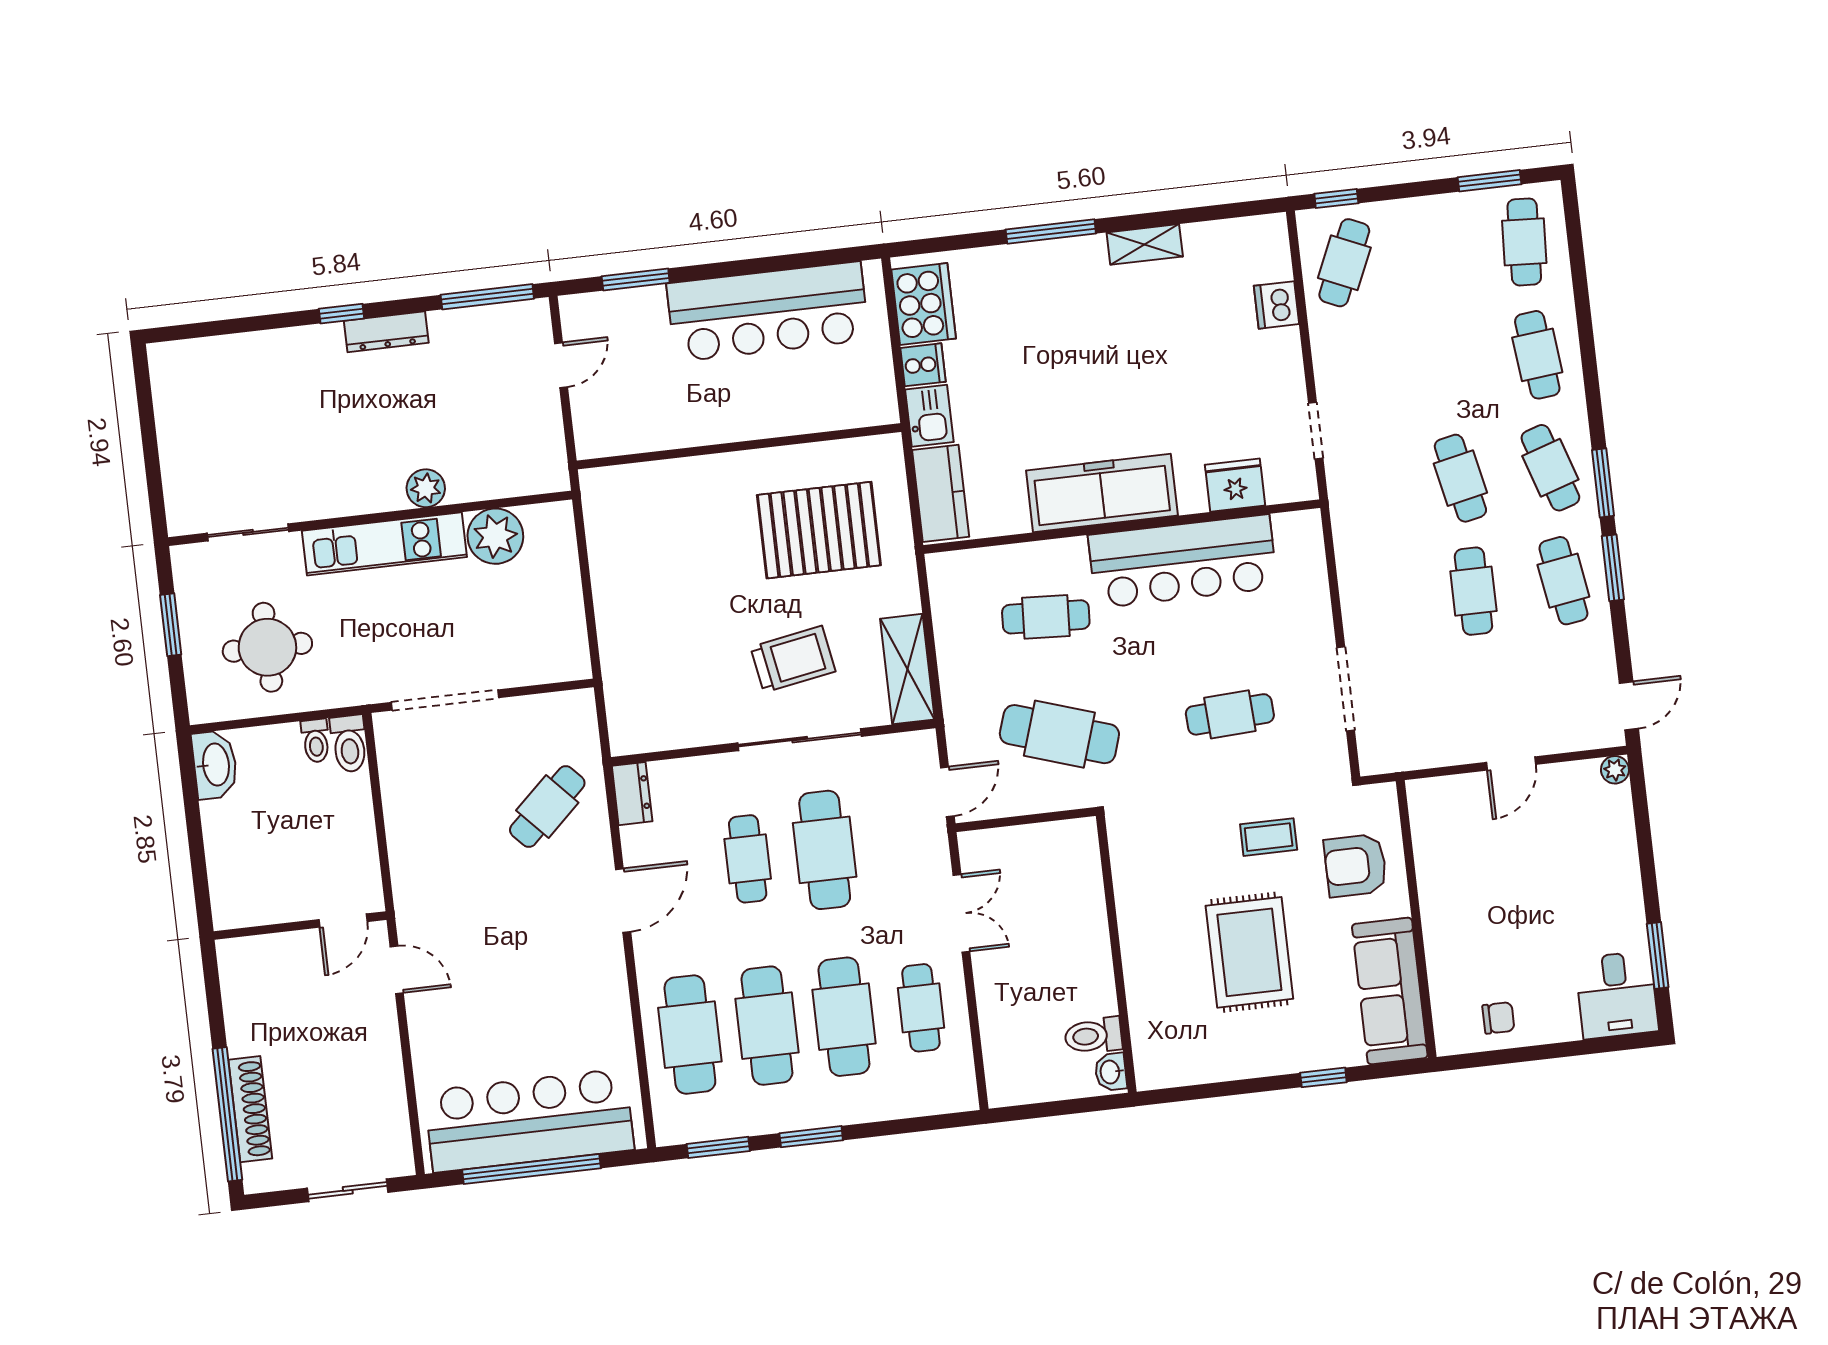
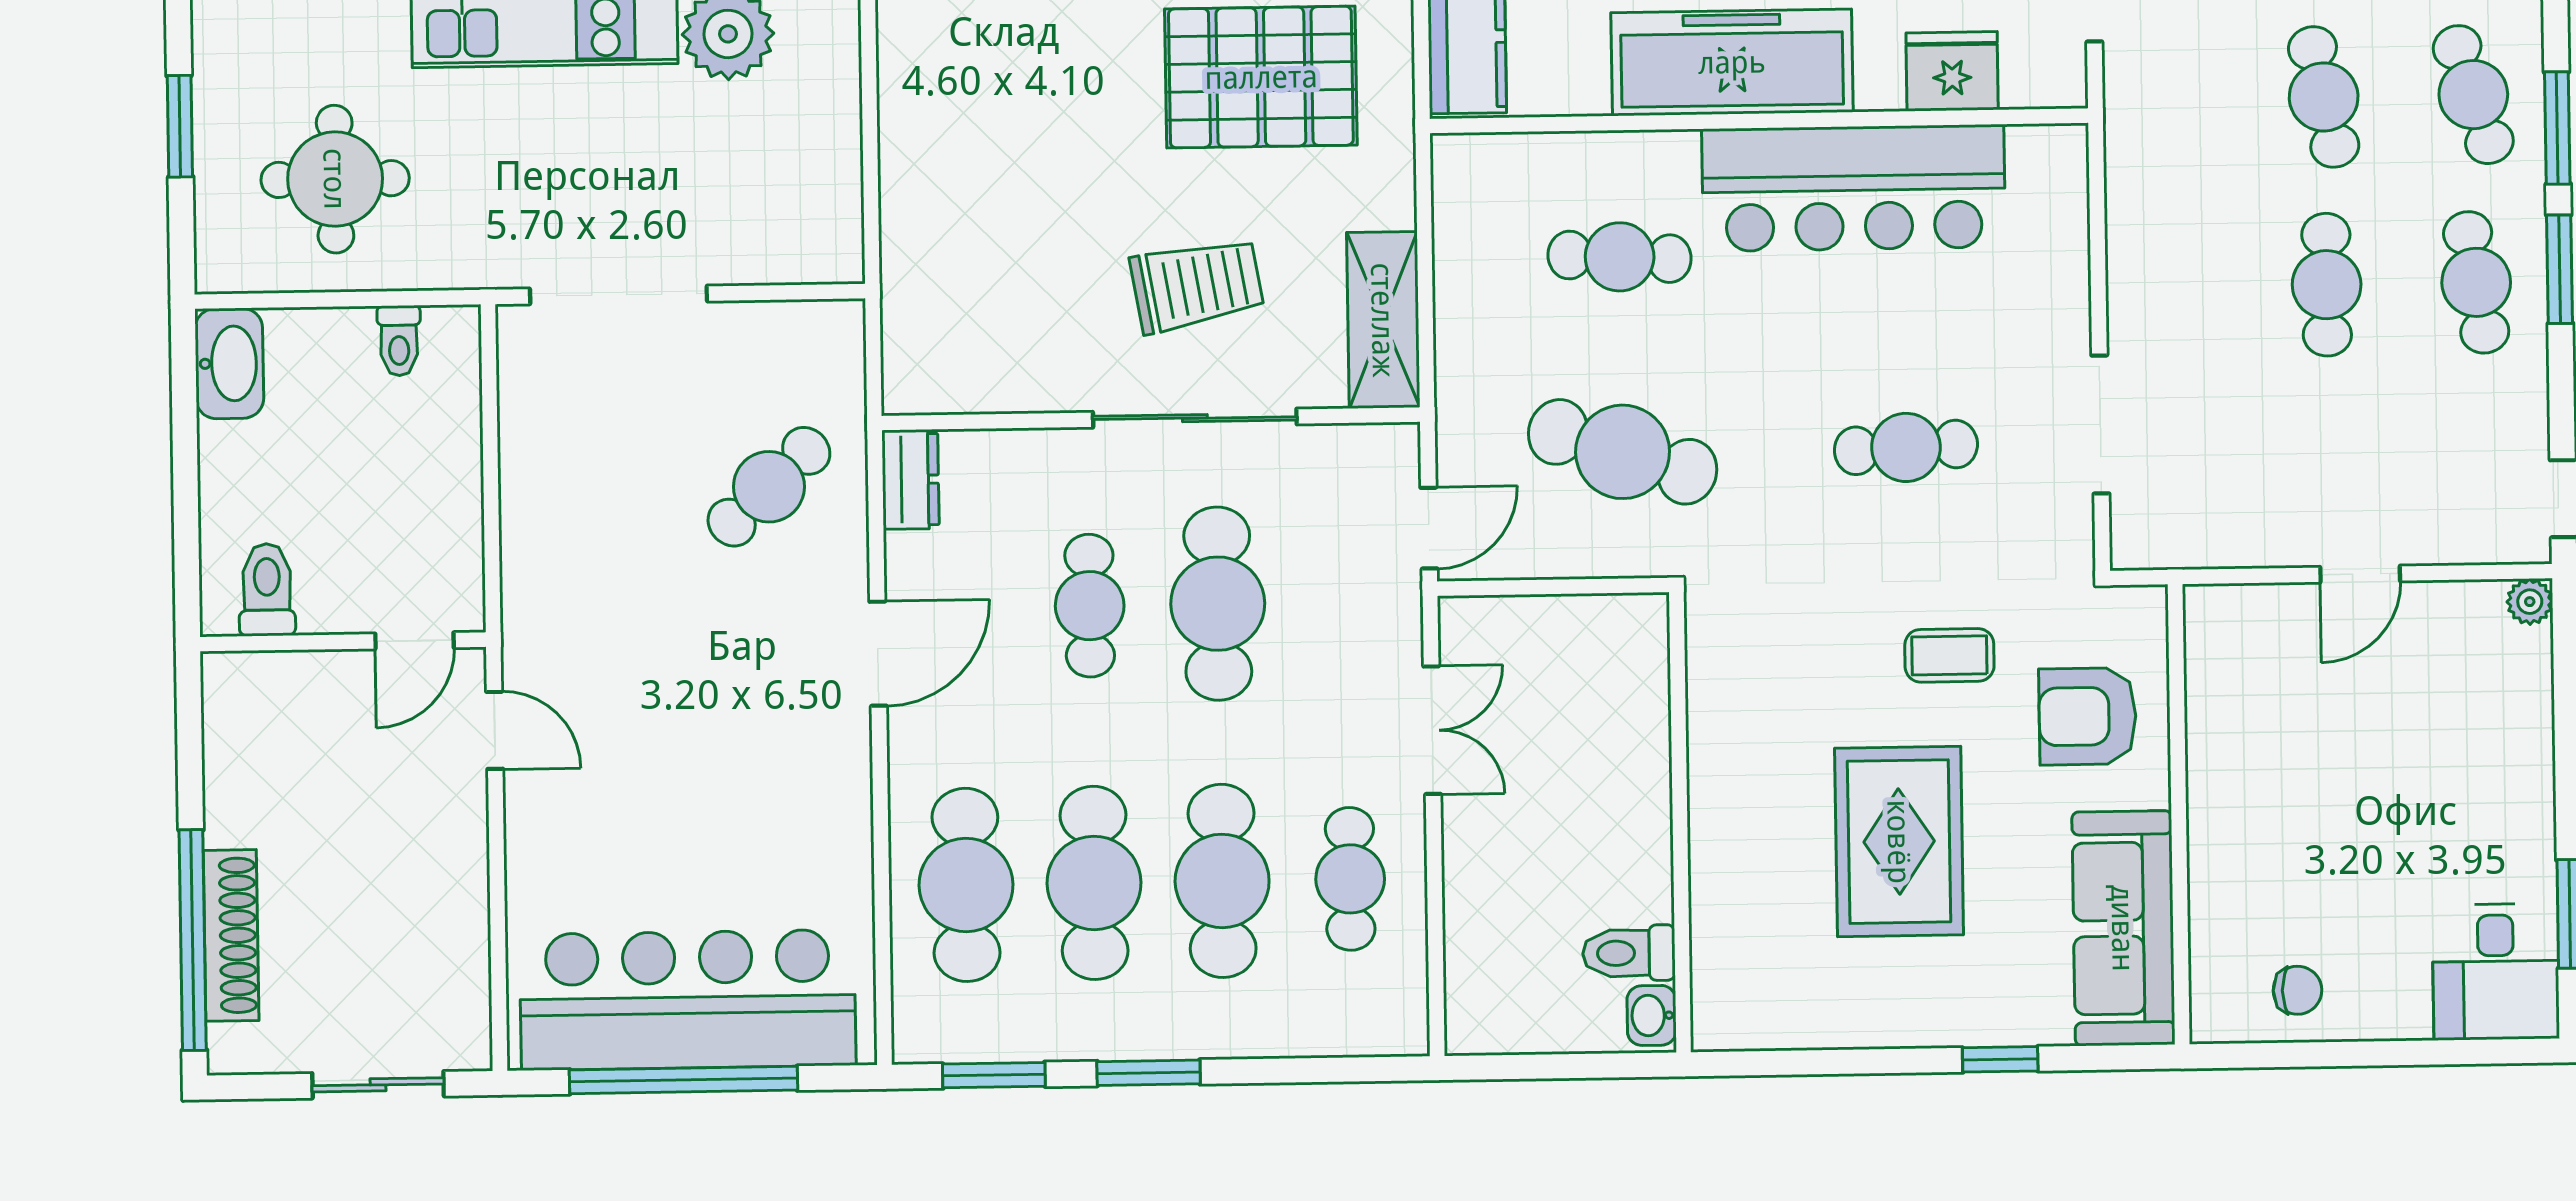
toilet: (349, 744) -> (267, 590), moved, turned 180

